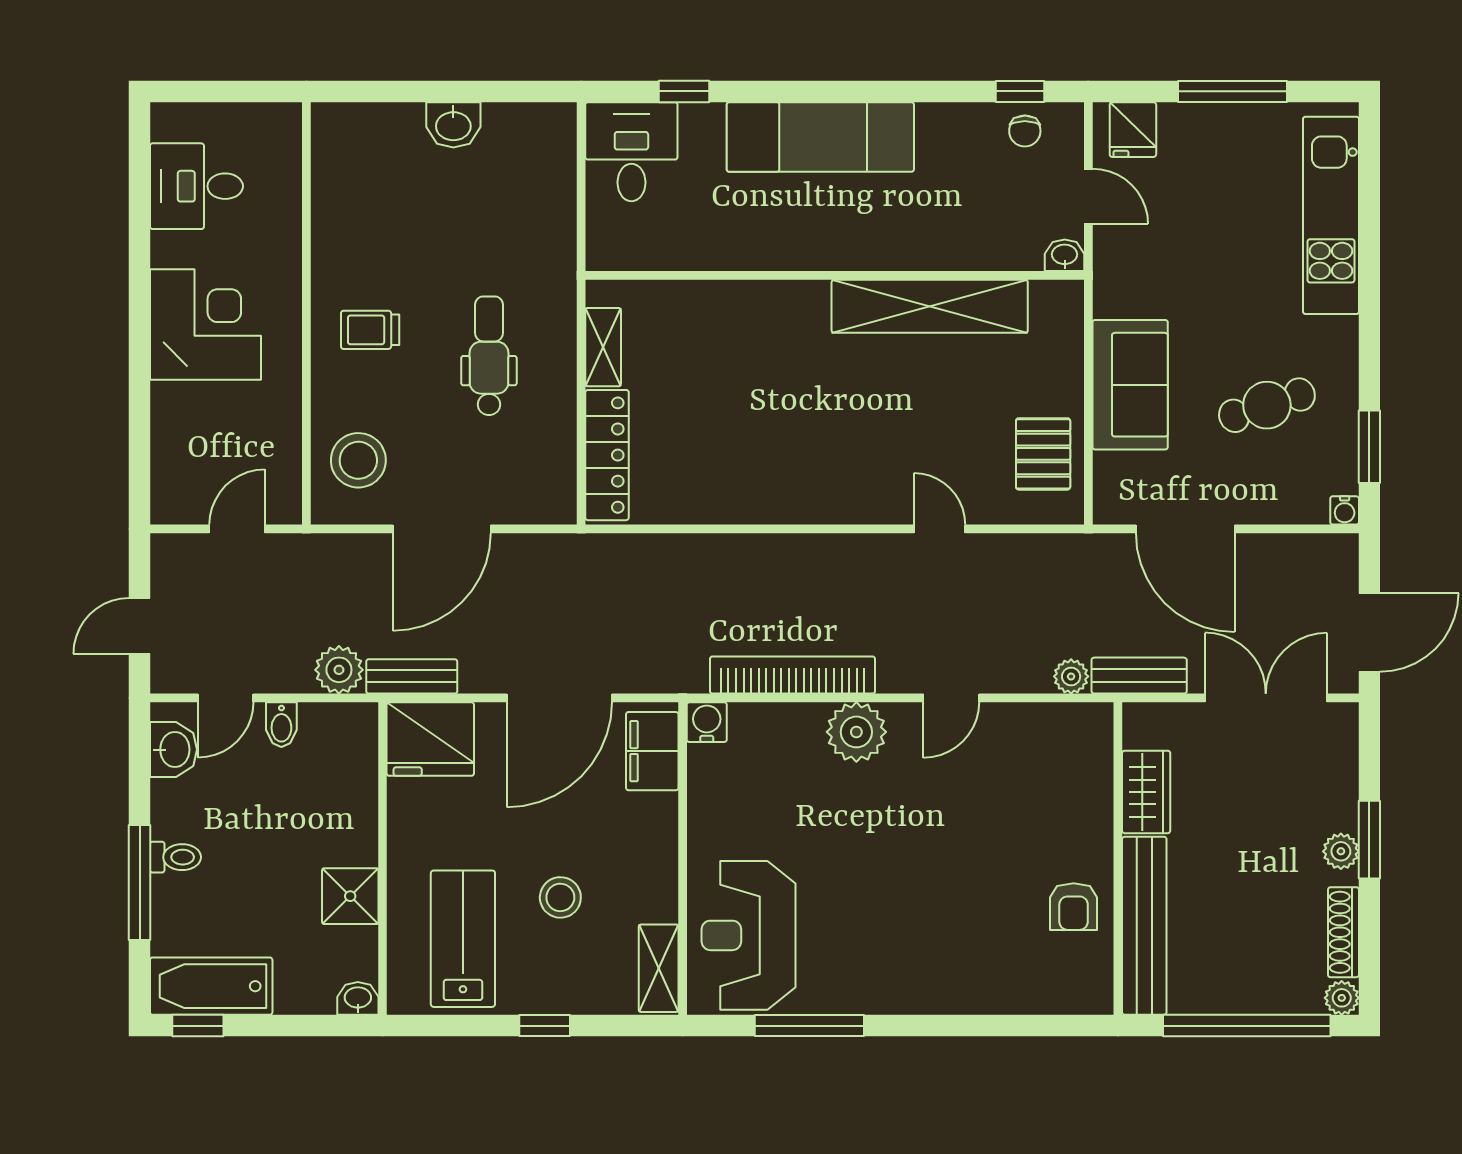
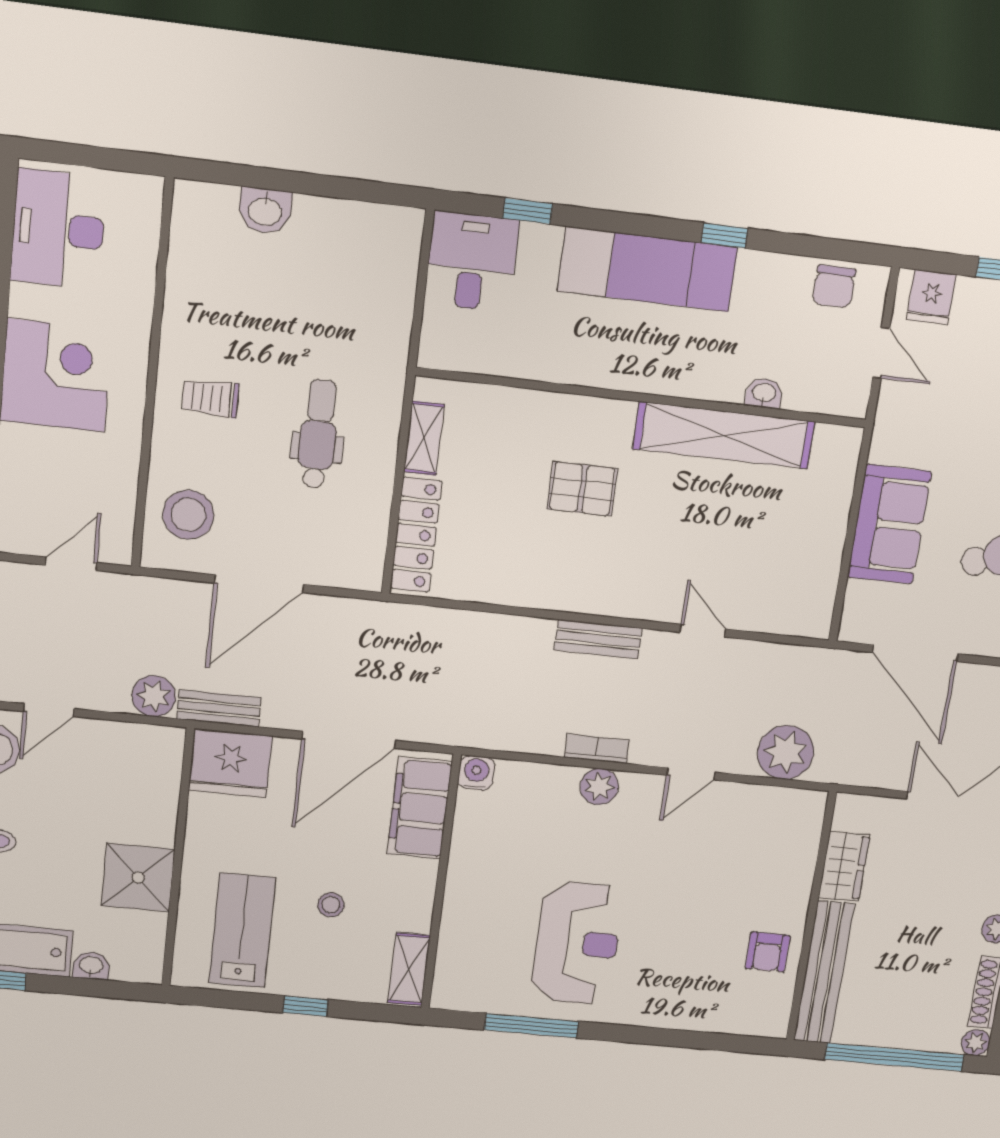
window: (1020, 91) -> (725, 235), moved
washbasin: (453, 125) -> (265, 211), moved
chair: (1025, 131) -> (834, 286), width x1.37, depth x1.37
desk: (196, 186) -> (58, 229), width x1.37
washbasin: (1065, 255) -> (764, 393), moved
pallet: (1043, 454) -> (582, 489), moved, turned 90
bookcase: (793, 675) -> (597, 749), width x0.43, depth x0.76
plant: (1071, 676) -> (786, 752), width x1.88, depth x1.88
bench: (1139, 676) -> (598, 639), moved
bidet: (281, 725) -> (98, 738), removed
plant: (856, 732) -> (599, 786), width x0.73, depth x0.73
filing cabinet: (652, 751) -> (420, 808), width x1.50, depth x1.17
shower: (350, 896) -> (138, 878), width x1.36, depth x1.36
stool: (560, 897) -> (331, 905), width x0.73, depth x0.73
reception desk: (749, 935) -> (577, 943), moved, turned 180
washbasin: (358, 998) -> (91, 966), moved

